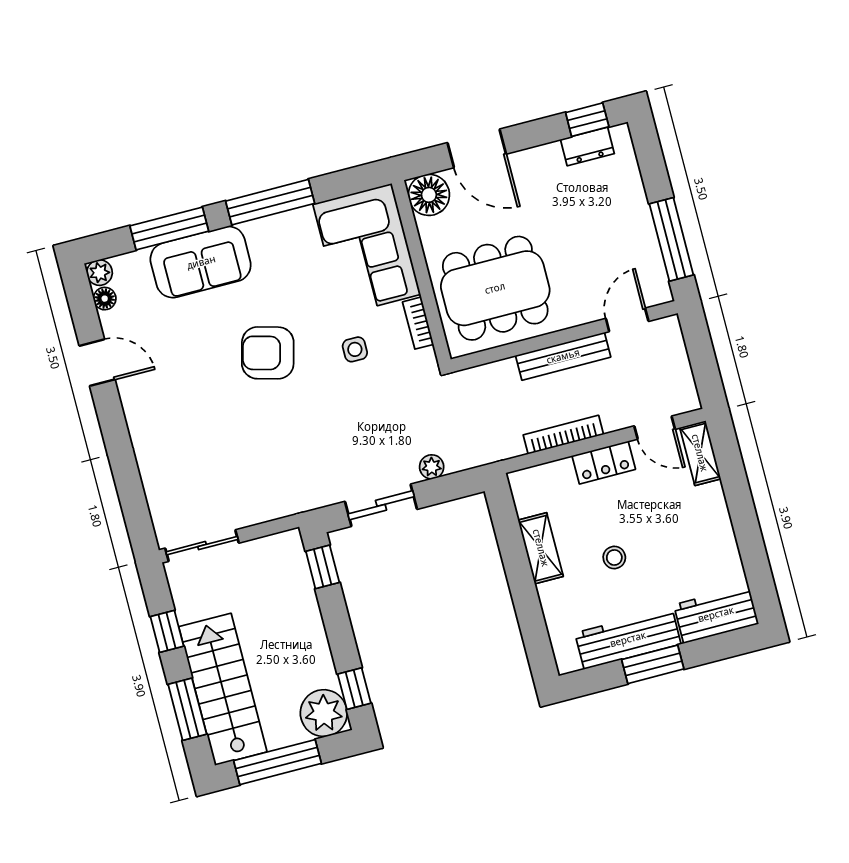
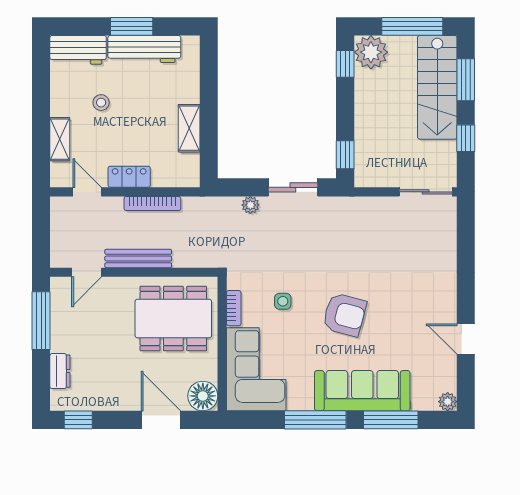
dresser: (587, 147) -> (60, 371), moved, turned 90
sofa: (201, 262) -> (362, 391), width x1.36
floor lamp: (105, 299) -> (449, 383), removed
shelving: (700, 453) -> (60, 139), moved
stool: (614, 557) -> (101, 103), moved

